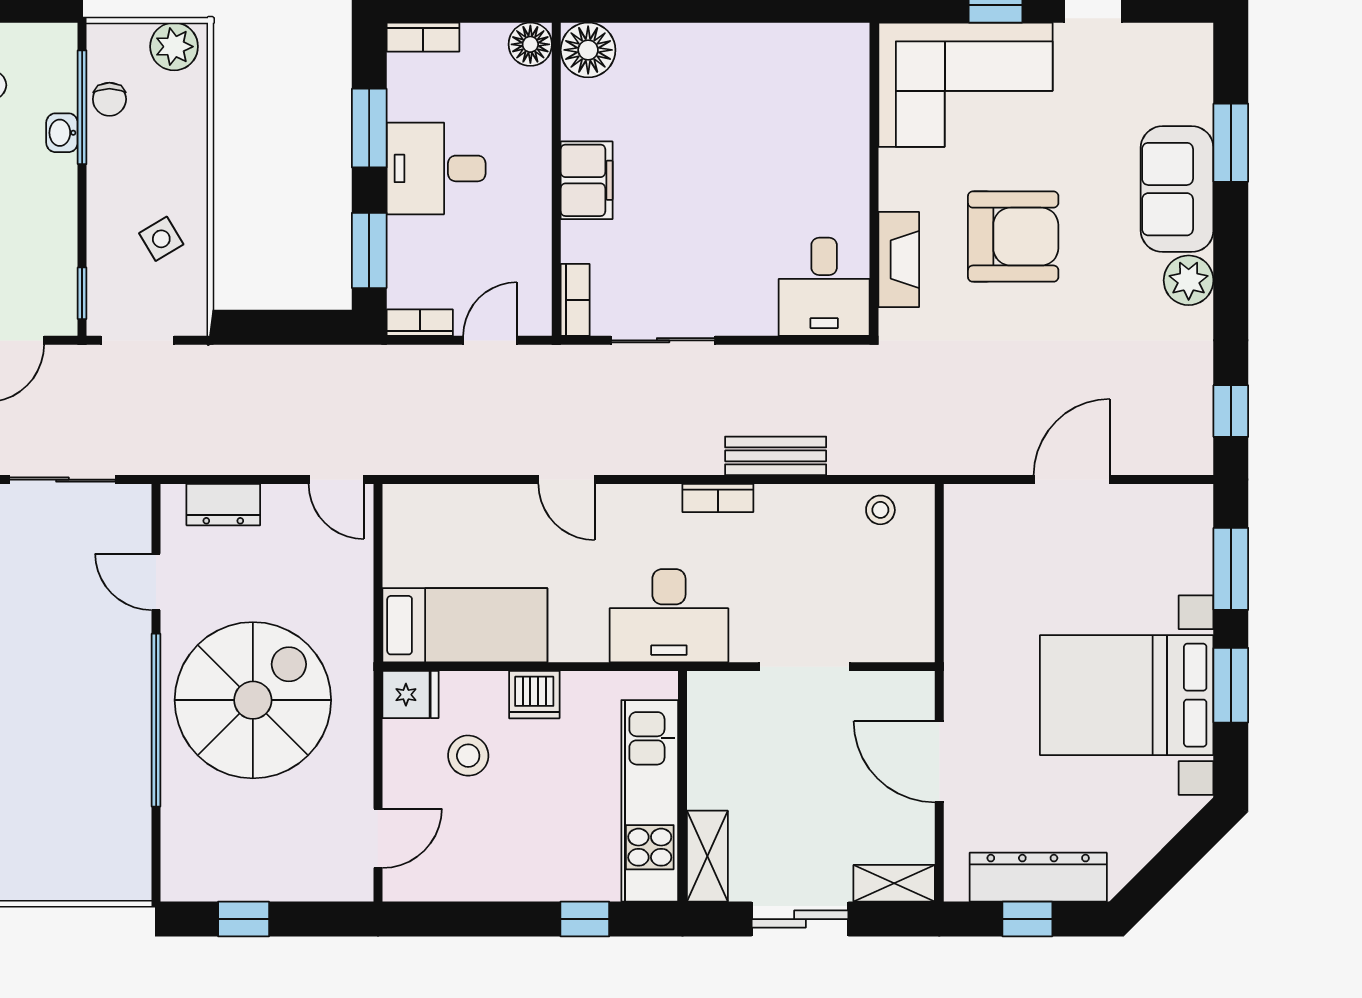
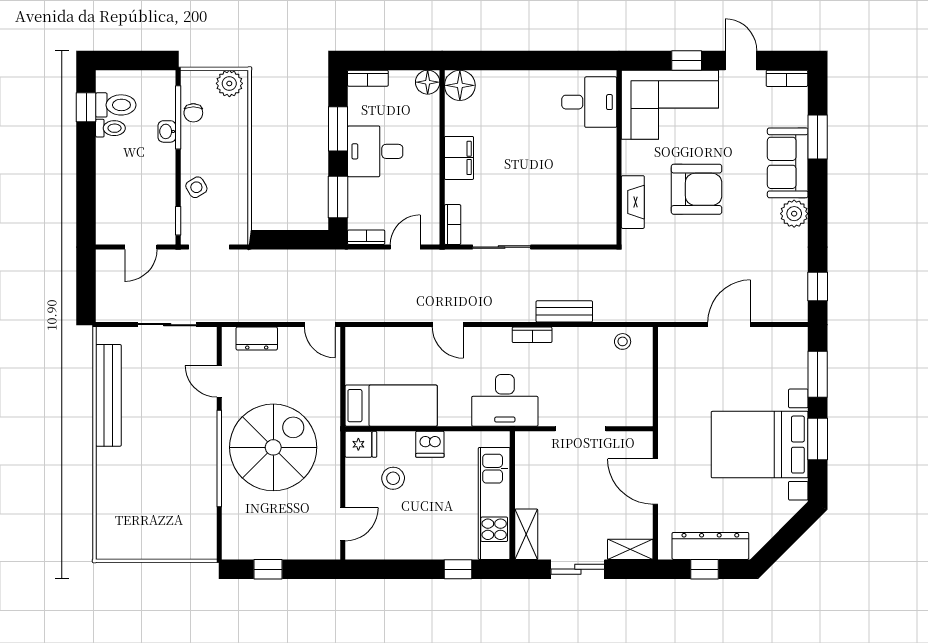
bookcase: (1176, 37) -> (787, 78), added
side table: (161, 239) -> (196, 187), moved
desk: (824, 287) -> (589, 102), moved, turned -90

